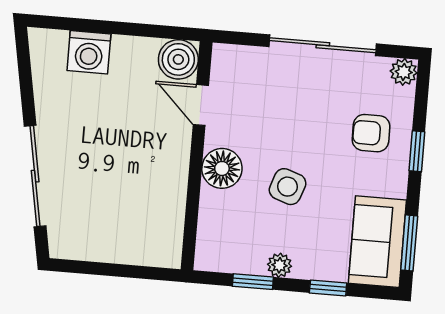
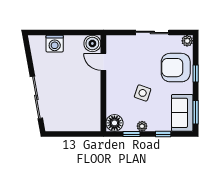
sliding door: (323, 45) -> (152, 32), width x0.73
armchair: (371, 133) -> (176, 68), width x1.88, depth x1.88
floor lamp: (222, 168) -> (114, 123), moved

